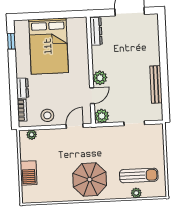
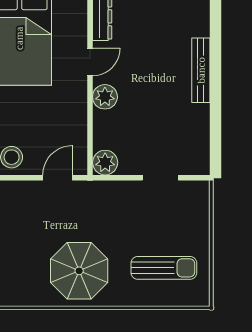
bench: (156, 84) -> (201, 70), moved
door: (92, 96) -> (90, 62), moved
plant: (136, 193) -> (158, 298), removed

